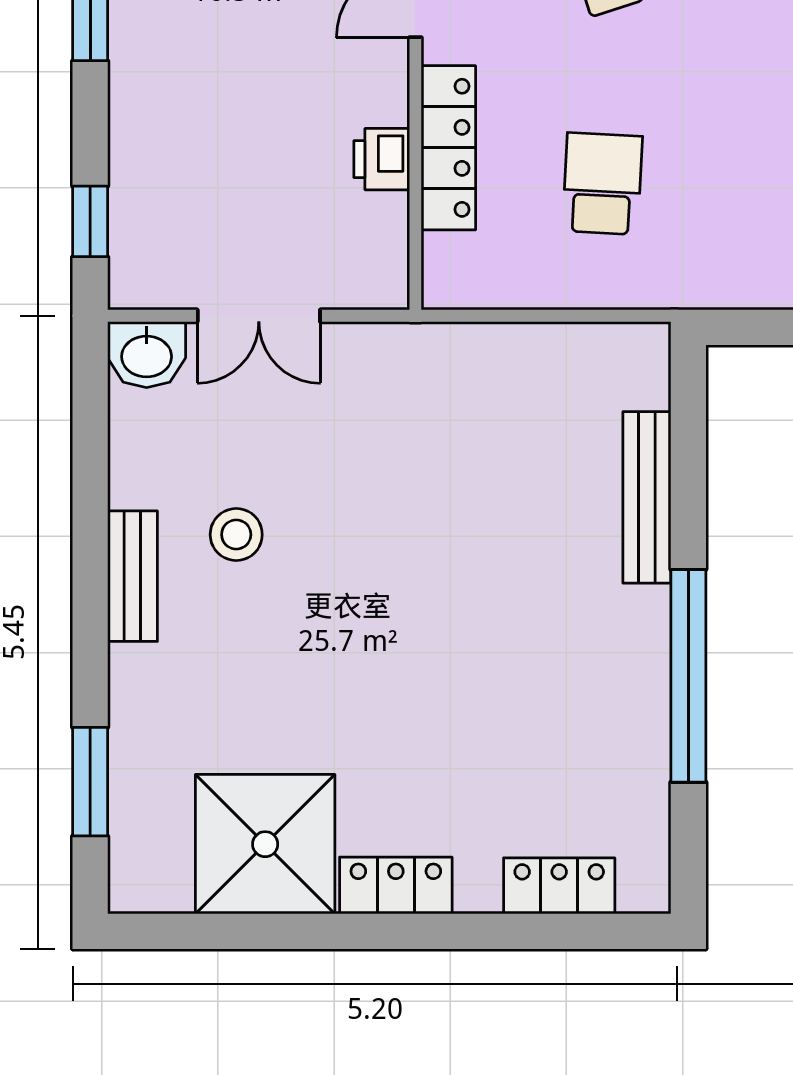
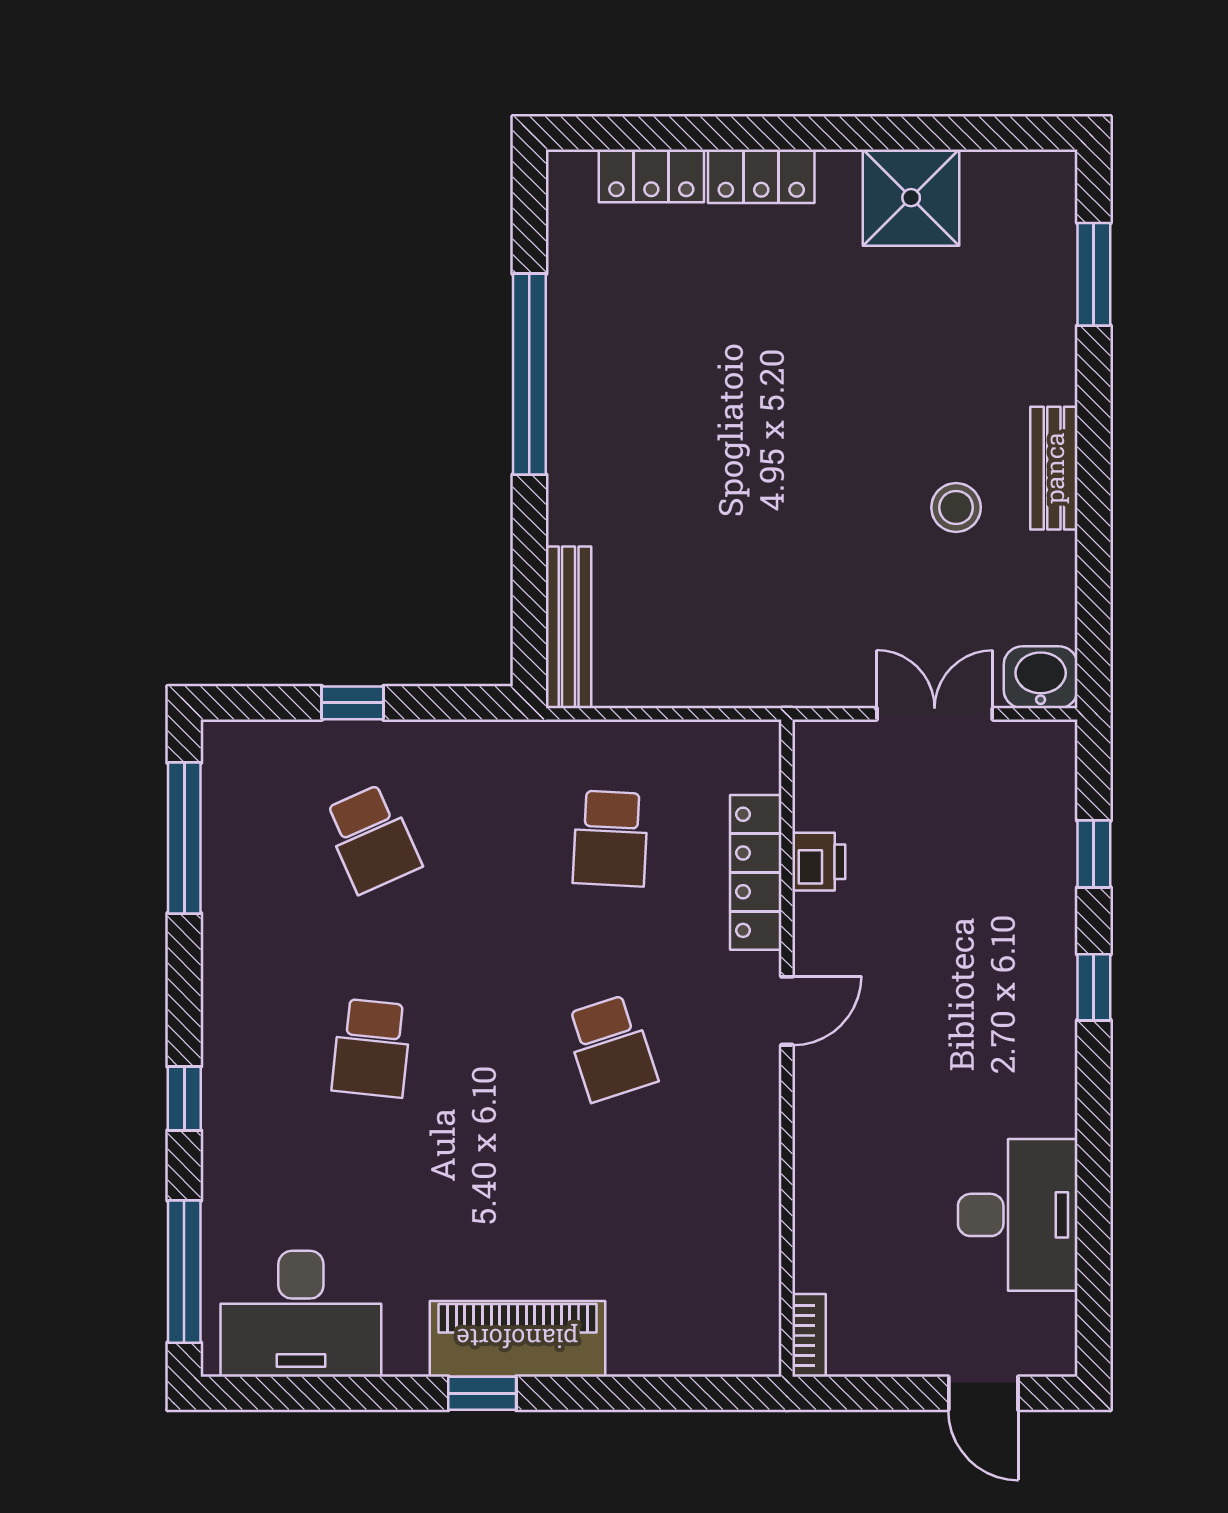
window: (90, 221) -> (1094, 854), moved
bench: (647, 497) -> (569, 627), moved
shower: (265, 844) -> (911, 198), width x0.73, depth x0.73
locker: (396, 886) -> (761, 176), moved

